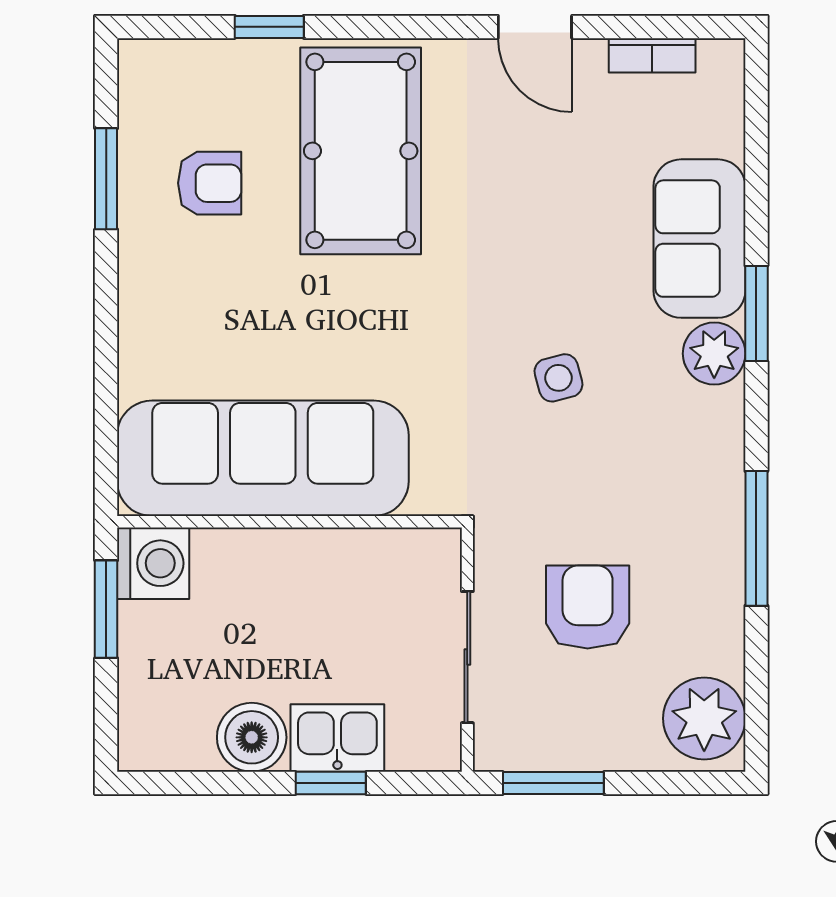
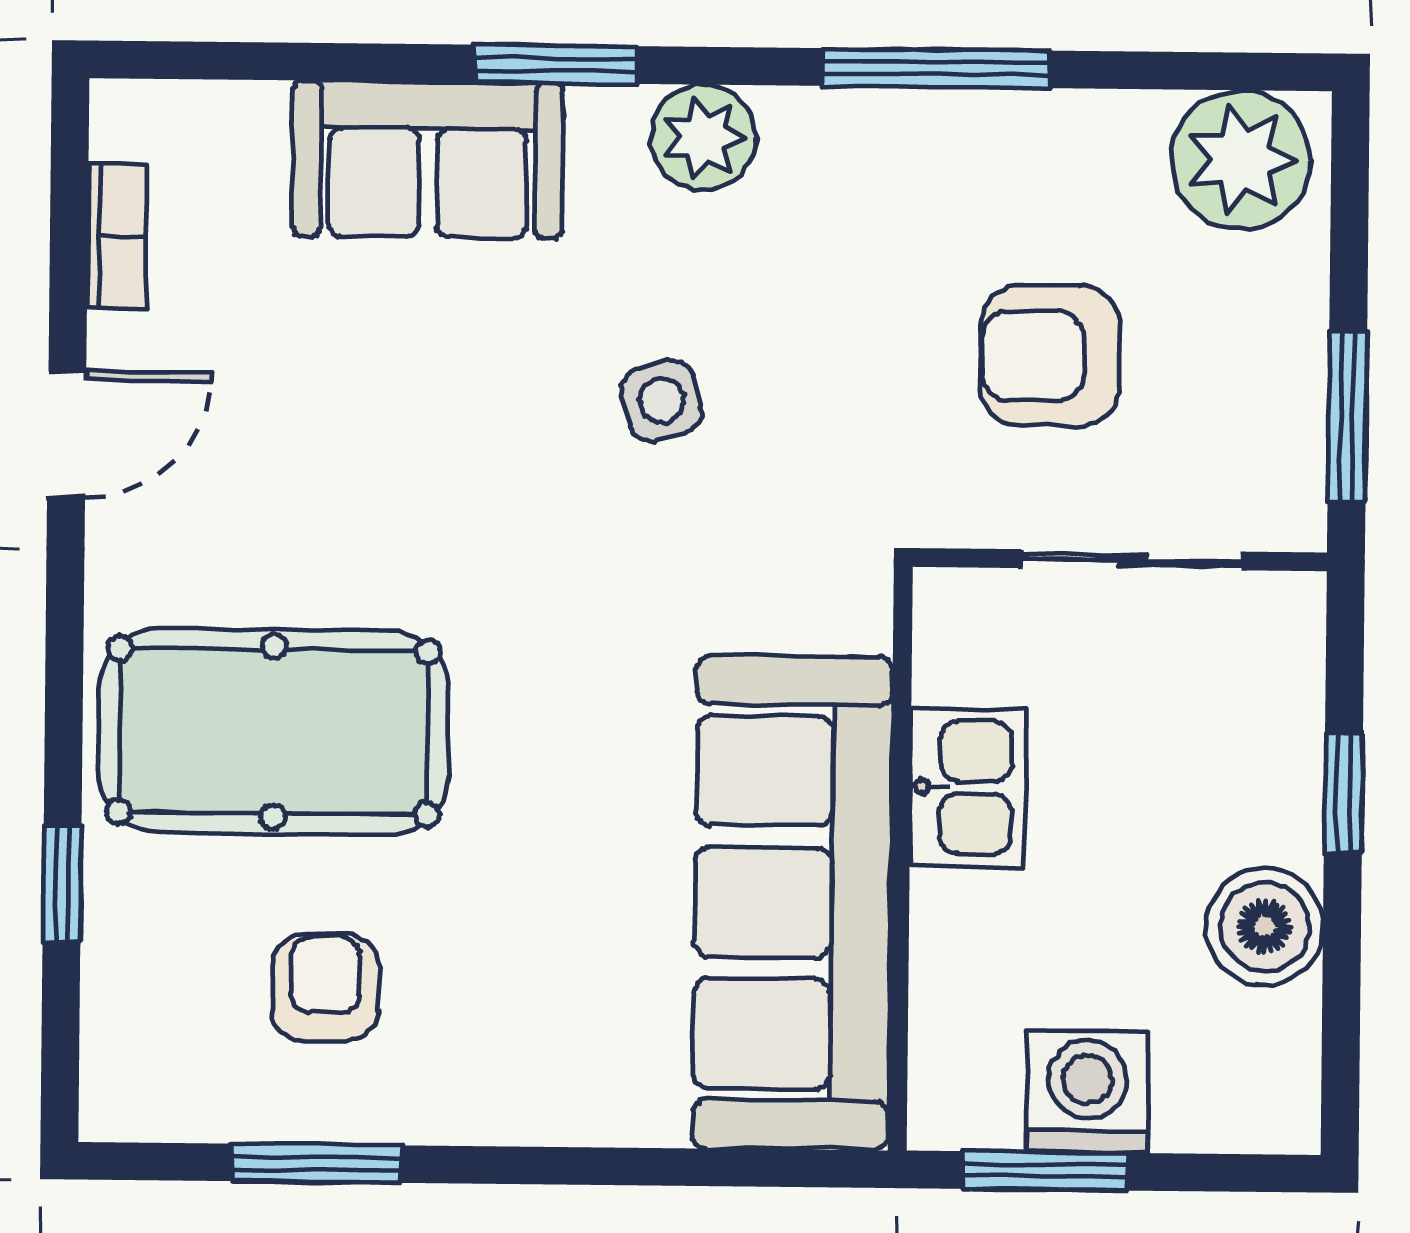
plant: (714, 354) -> (703, 137), moved
washing machine: (153, 563) -> (1087, 1092), moved
kitchen sink: (337, 738) -> (968, 787), moved, turned 180

